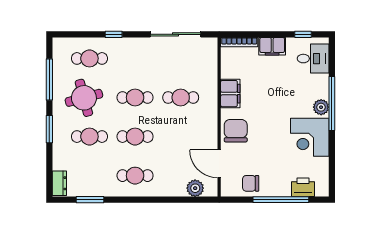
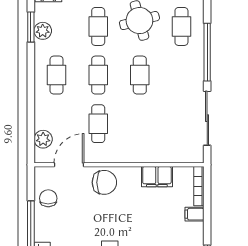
window: (114, 34) -> (207, 52), width x3.17
filing cabinet: (272, 46) -> (194, 214), width x0.50
filing cabinet: (230, 94) -> (157, 177), moved
cafe table: (181, 97) -> (98, 124), moved
plant: (94, 189) -> (43, 31), added

